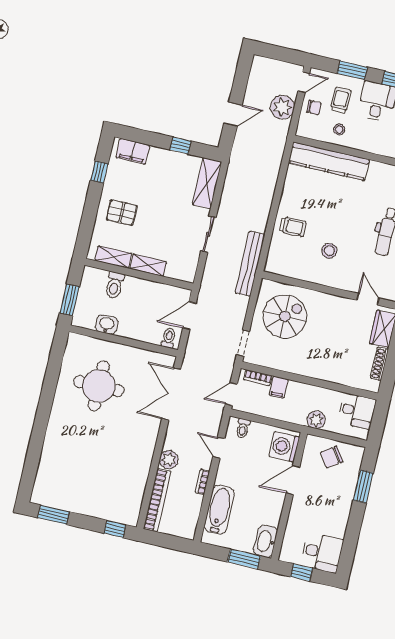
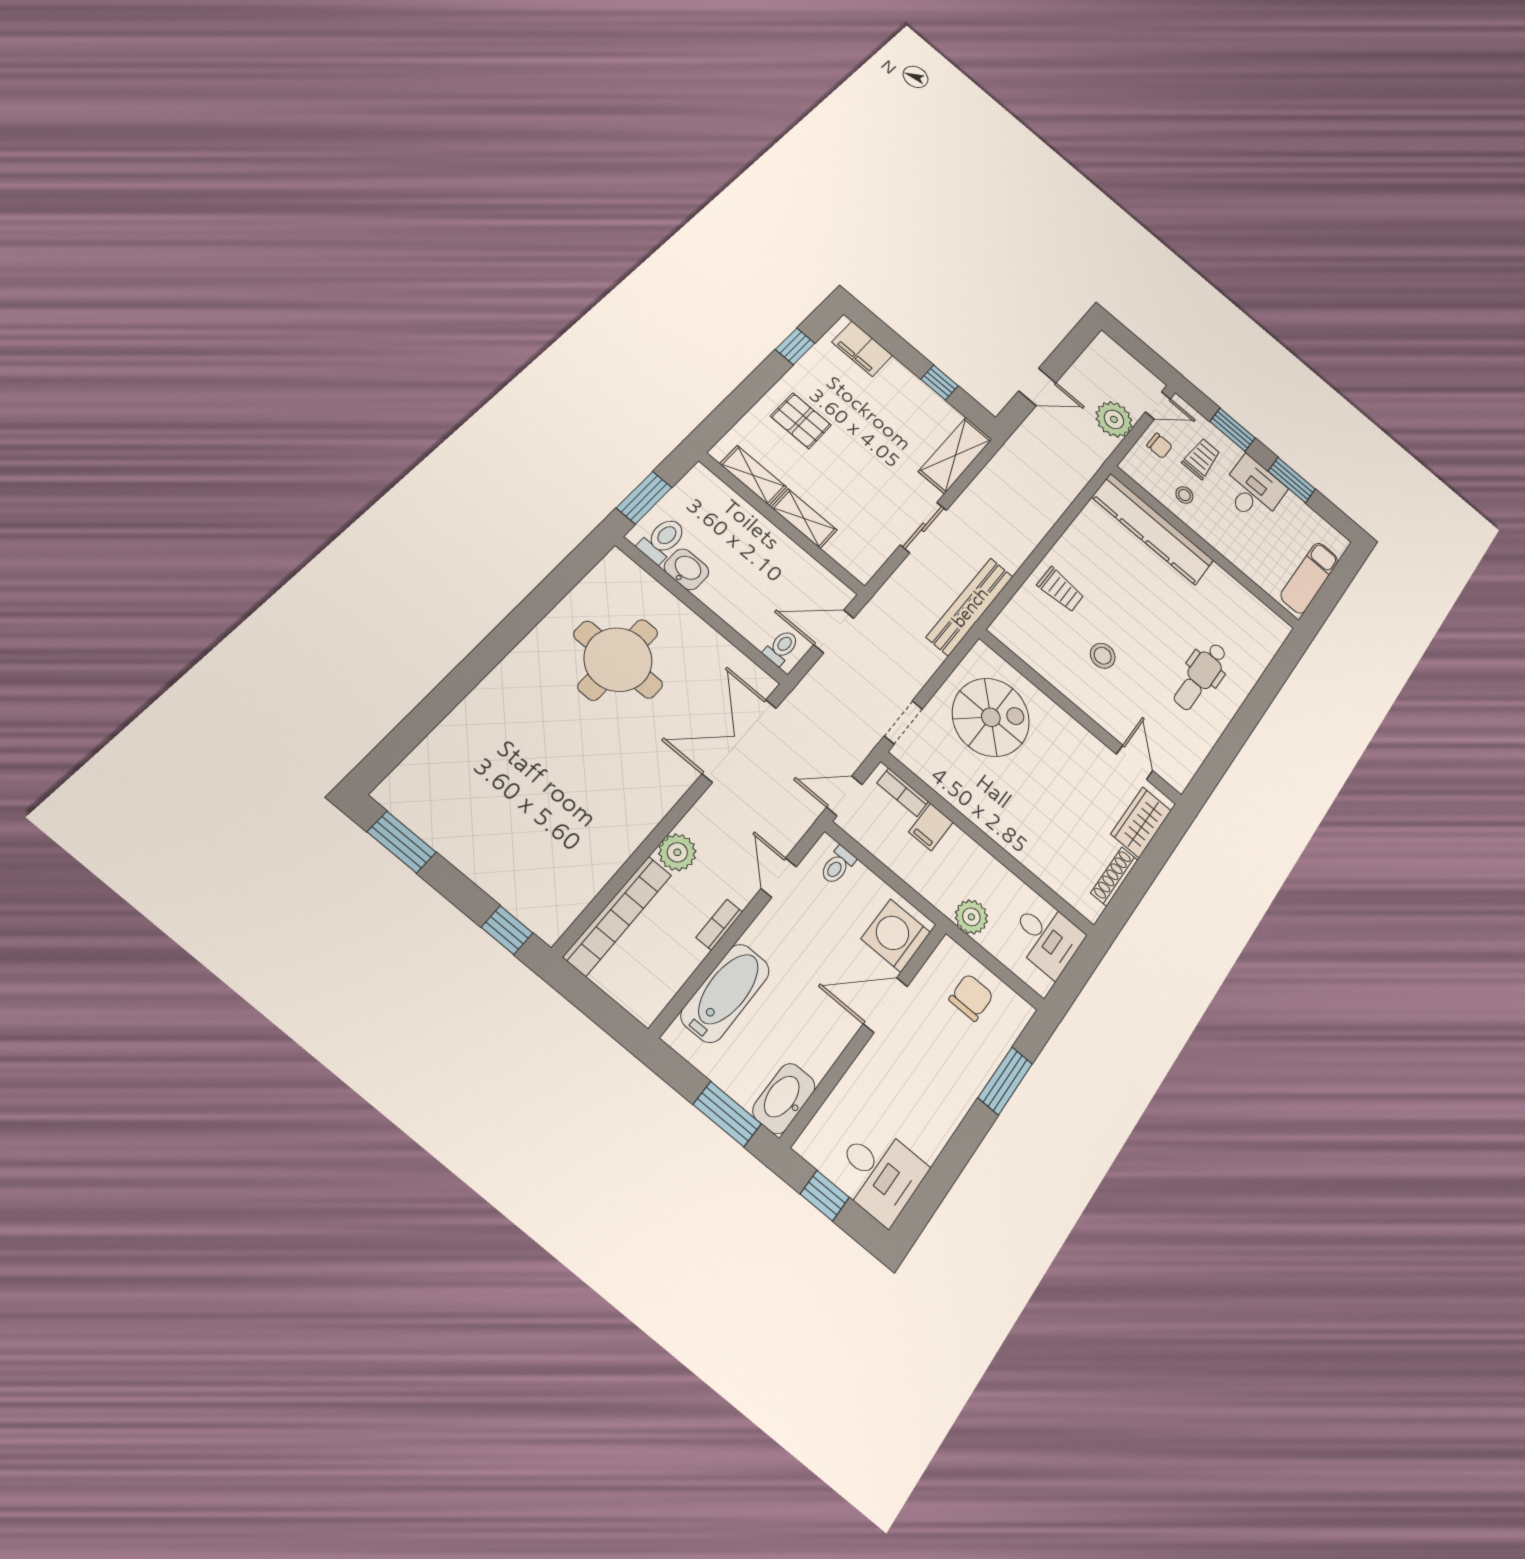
toilet: (114, 285) -> (662, 540), moved, turned 180
chair: (332, 457) -> (971, 997), turned 124

